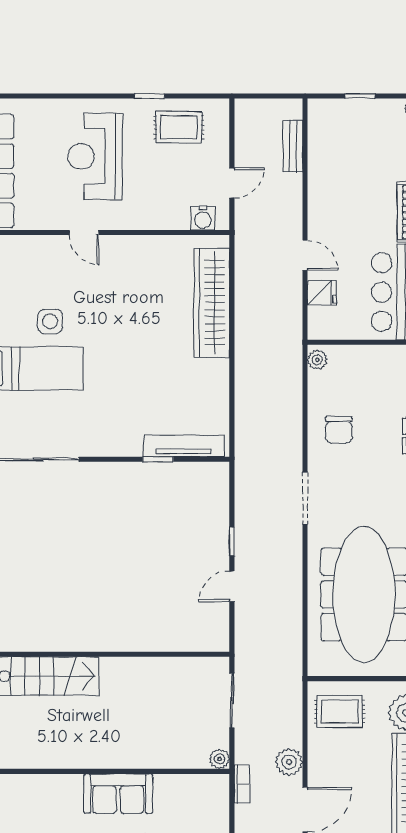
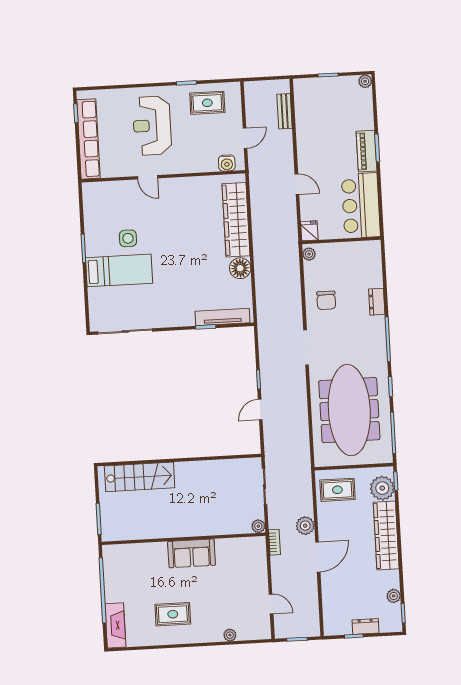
fridge: (322, 293) -> (309, 231), moved, turned -90
floor lamp: (214, 375) -> (240, 268), added

